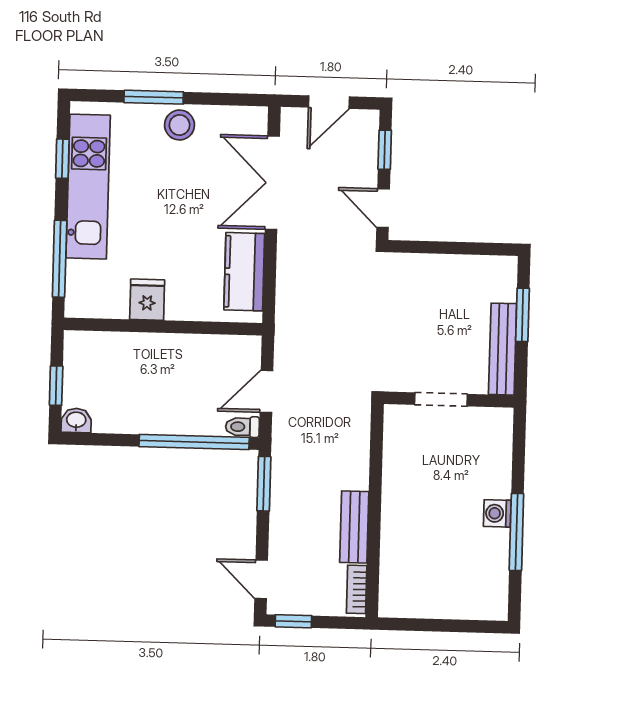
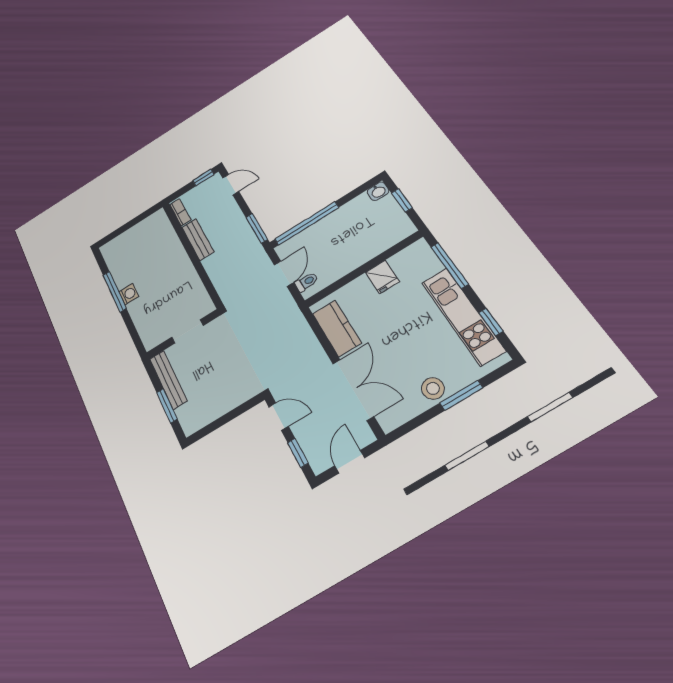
toilet: (242, 427) -> (306, 282), moved

